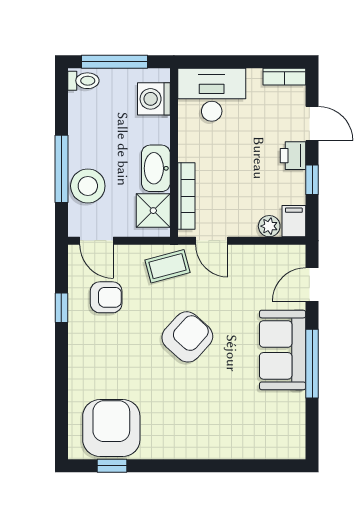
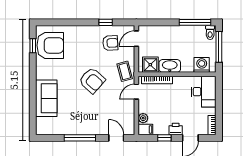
window: (61, 169) -> (195, 22), moved
stool: (88, 186) -> (162, 35), removed
armchair: (106, 297) -> (110, 43), turned -93
sofa: (283, 350) -> (46, 98), moved, turned 90

